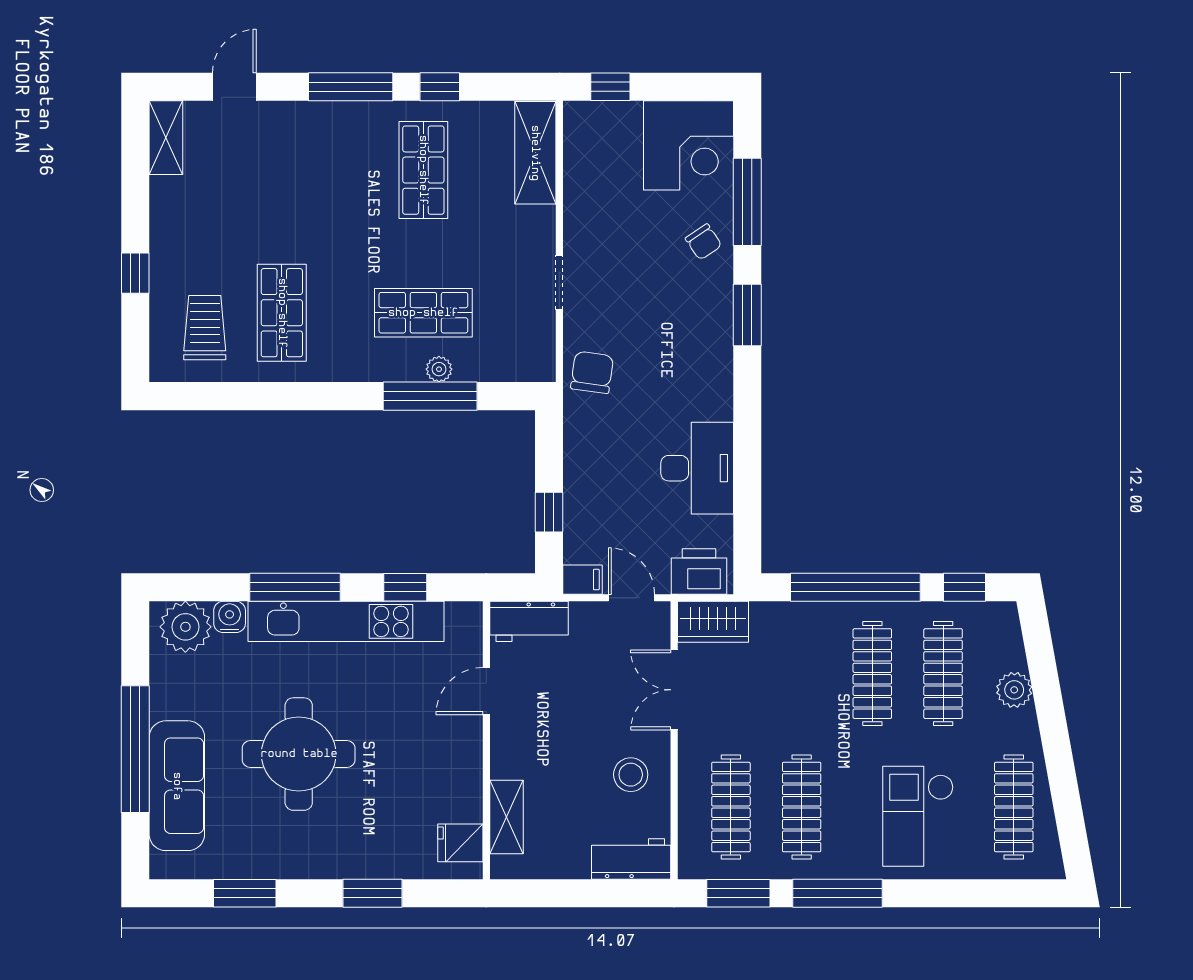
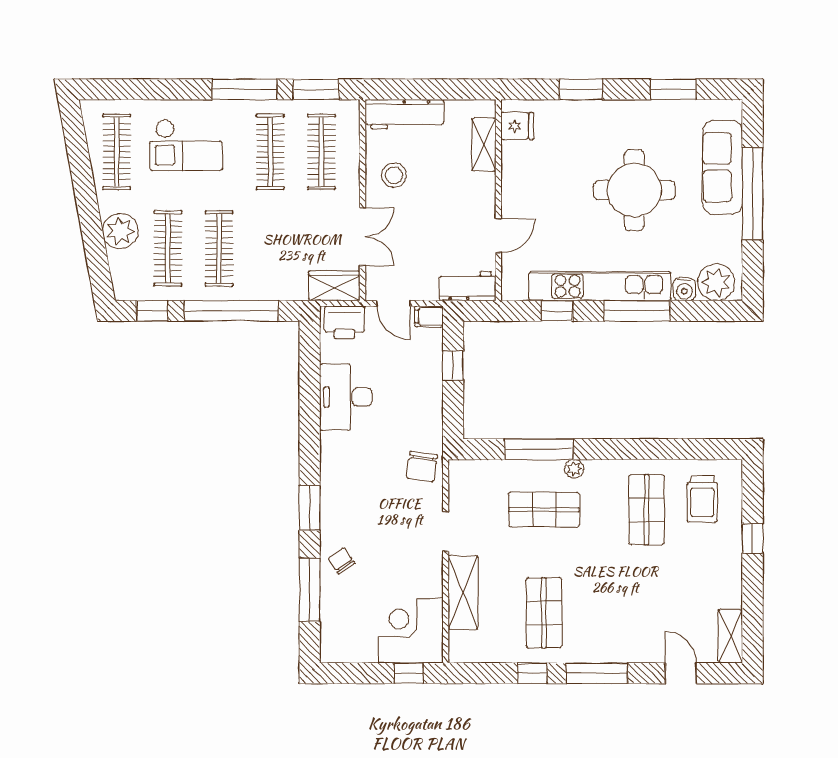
door: (234, 87) -> (681, 673), swing flipped
corner desk: (688, 145) -> (411, 631), moved
shelving: (535, 153) -> (463, 592), moved
plant: (439, 369) -> (574, 469), moved
plant: (1014, 690) -> (120, 231), width x1.36, depth x1.36
checkout: (918, 816) -> (186, 145), turned 90
workbench: (631, 859) -> (404, 114), width x1.38

